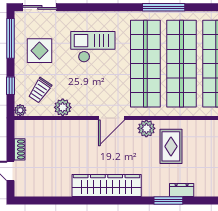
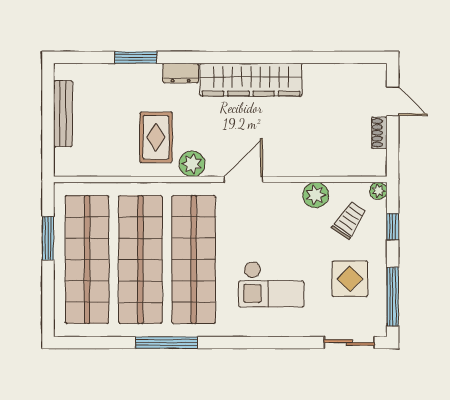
dresser: (182, 190) -> (181, 73), moved
window: (168, 201) -> (136, 57), moved

